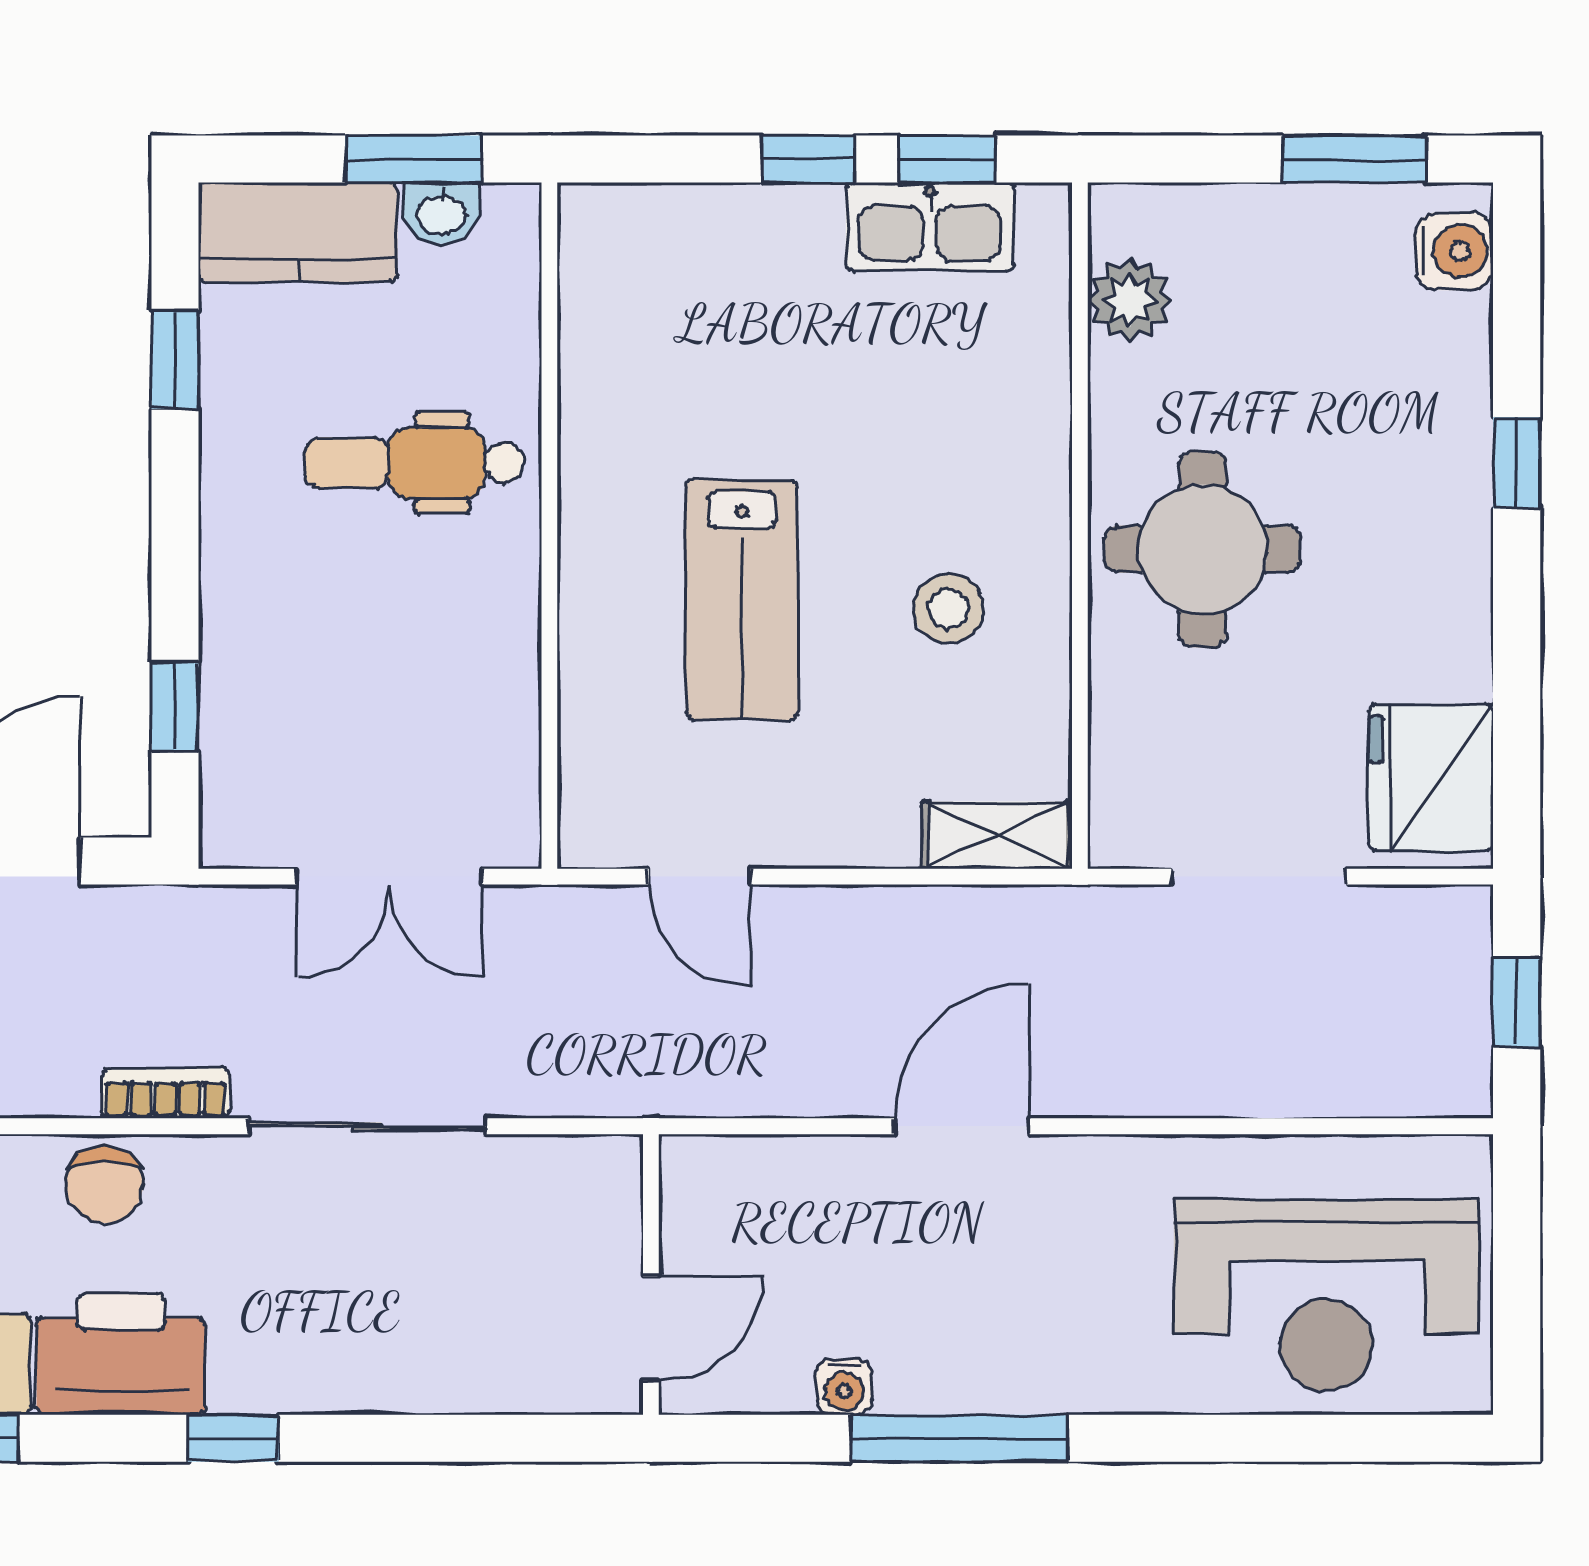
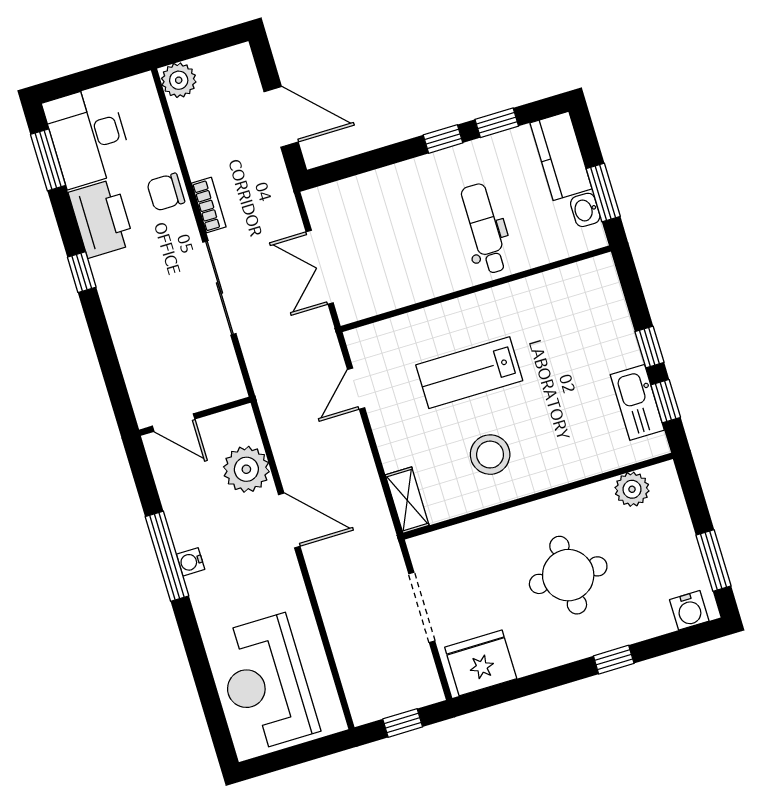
round table: (1203, 549) -> (568, 575), moved
stool: (949, 609) -> (490, 455), width x1.38, depth x1.38
window: (175, 707) -> (443, 139), moved
plant: (811, 1191) -> (246, 469), added
water cooler: (844, 1387) -> (191, 562), moved

